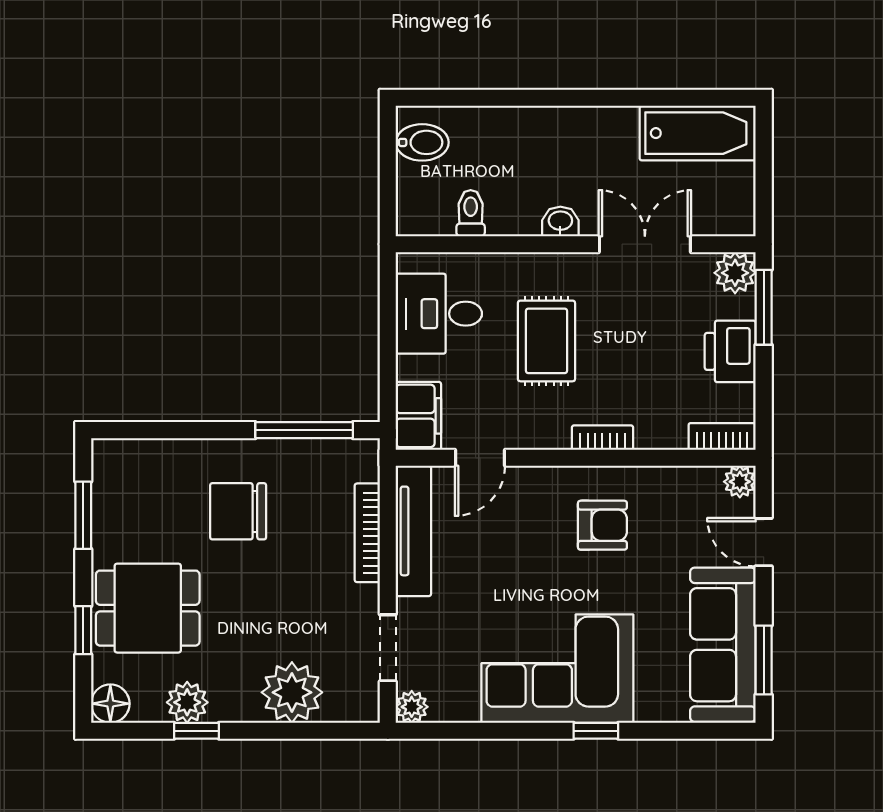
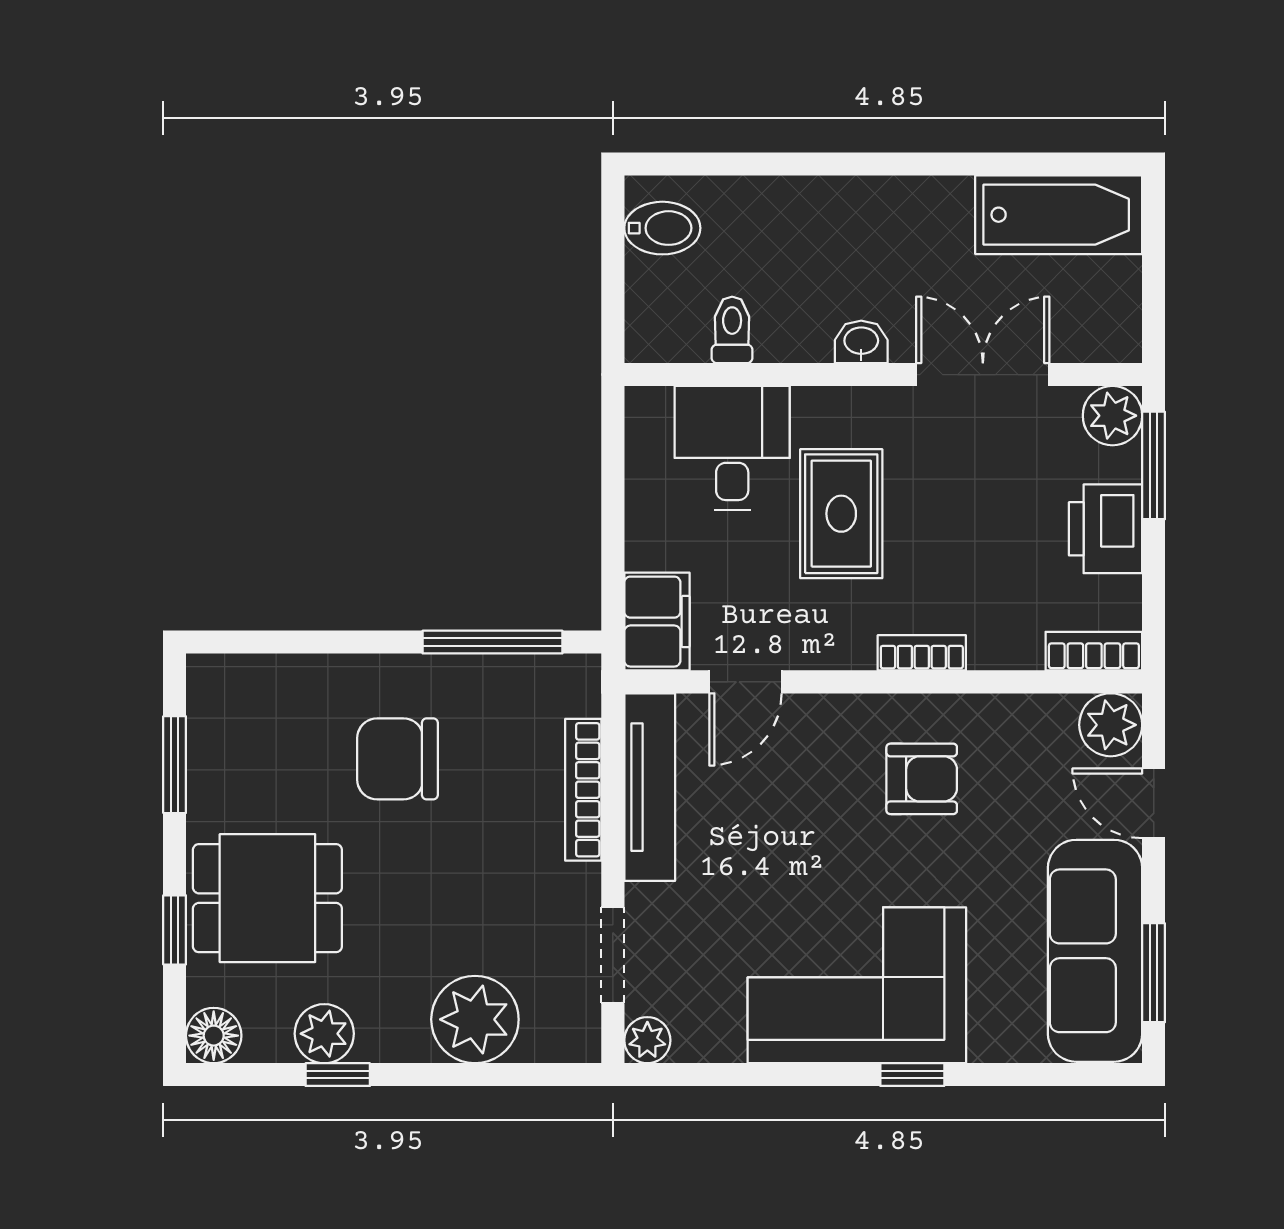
desk: (439, 314) -> (732, 448), moved, turned 90
plant: (740, 482) -> (1111, 725), width x1.38, depth x1.38

